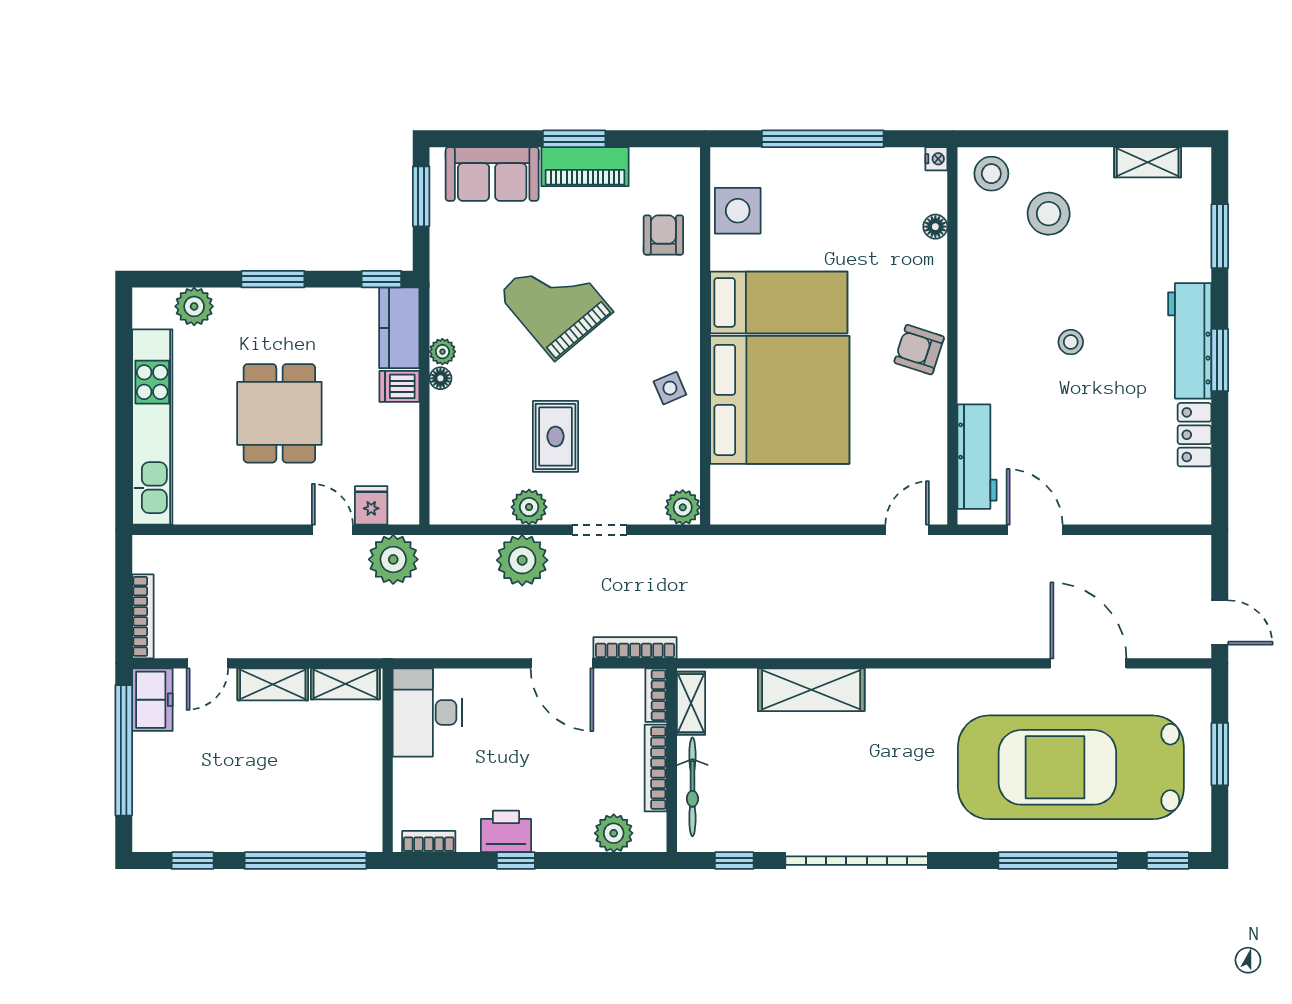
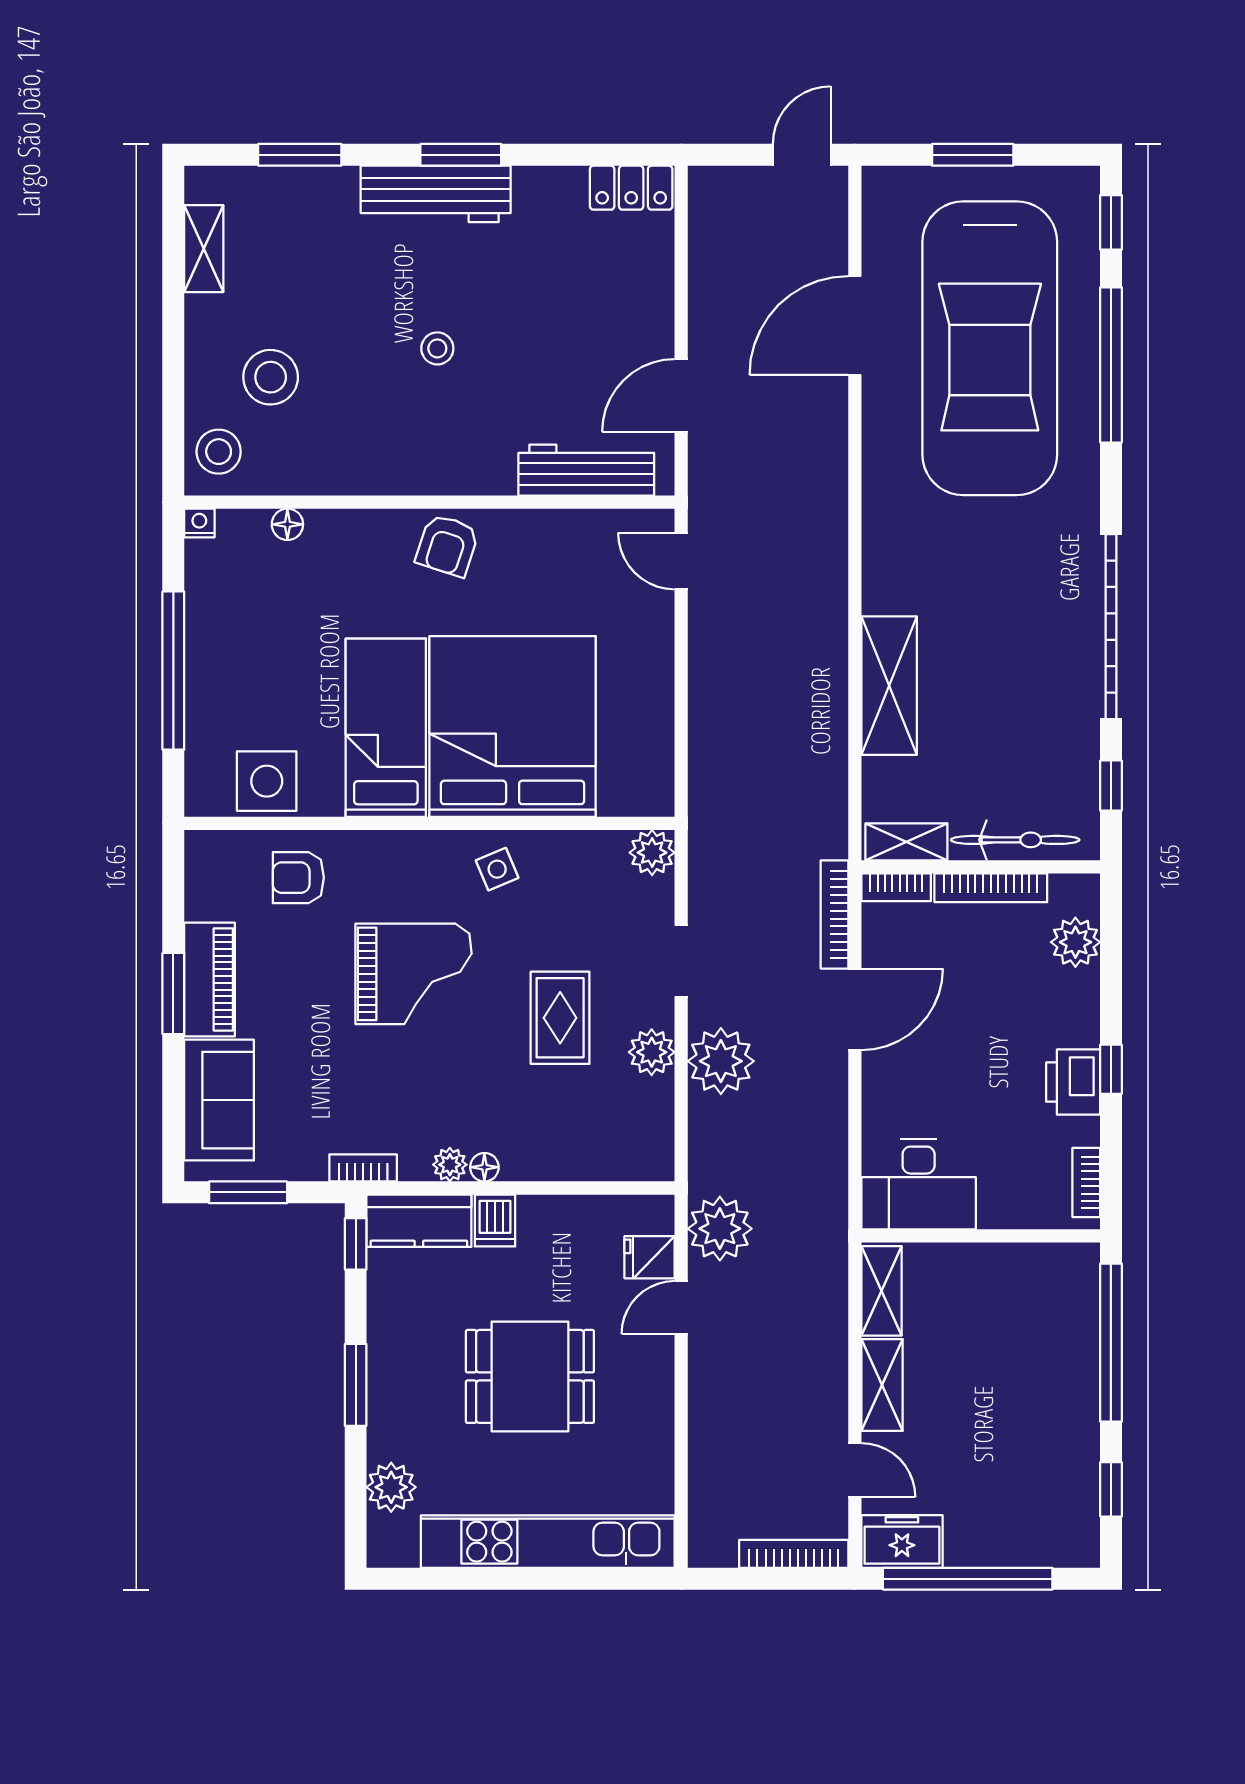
bookcase: (440, 285) -> (363, 1168), added
grand piano: (555, 303) -> (414, 974), moved, turned -140
locker: (1195, 435) -> (631, 188), moved
rug: (556, 436) -> (560, 1018), turned 90

